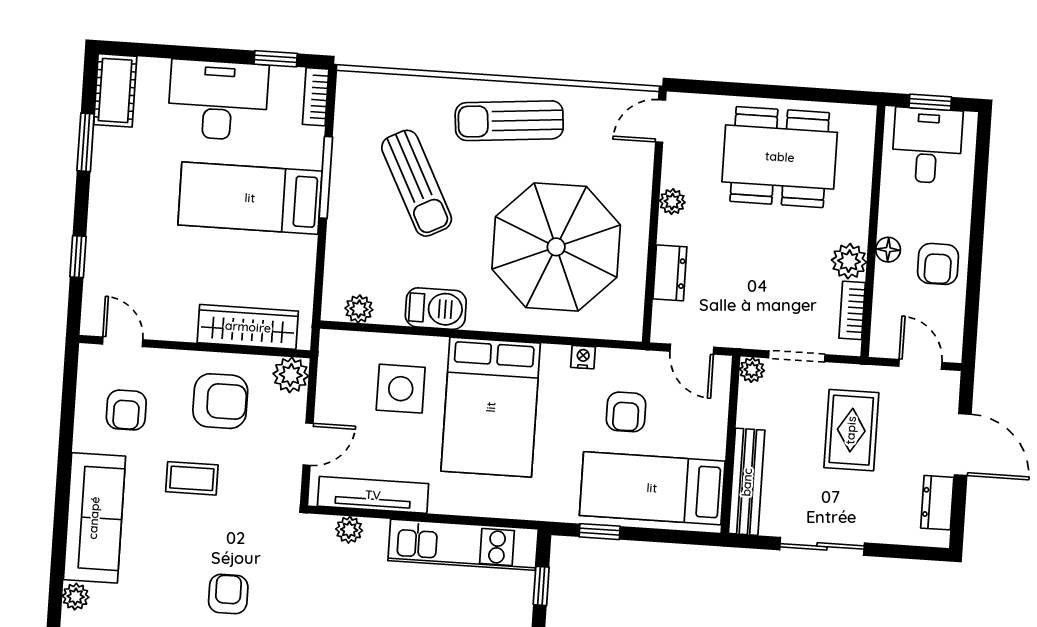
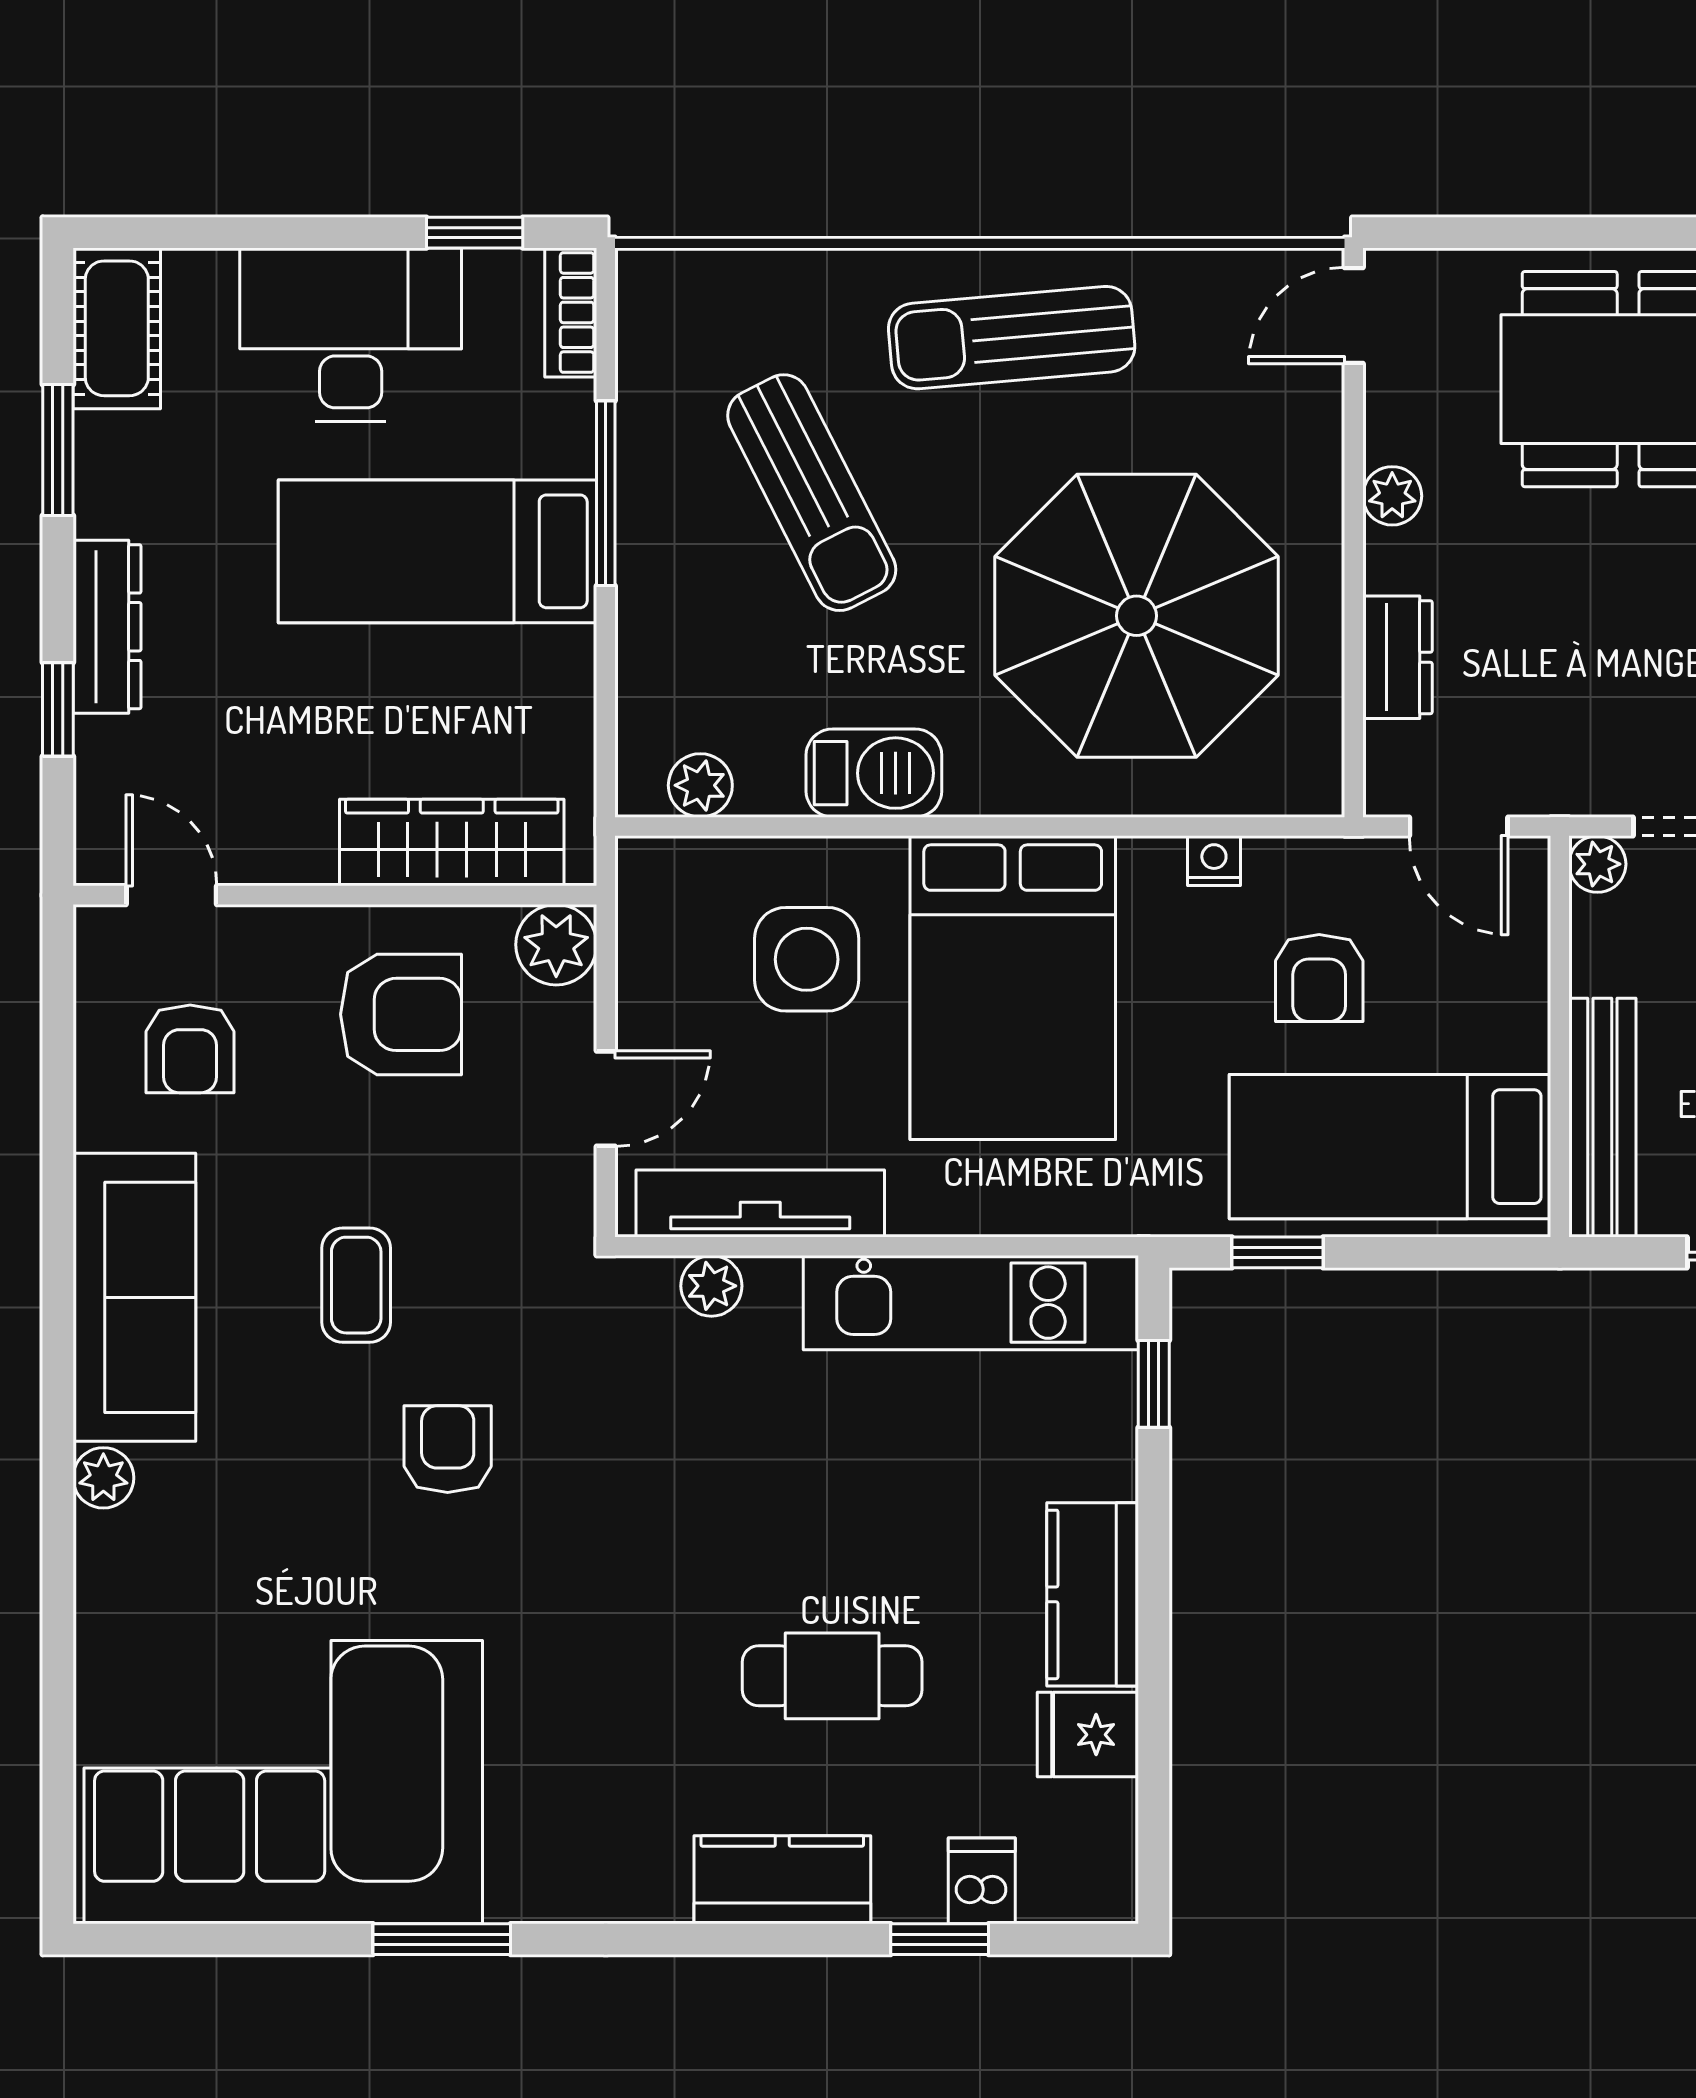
dresser: (102, 222) -> (107, 627), added
coffee table: (192, 478) -> (356, 1285), moved, turned 90

